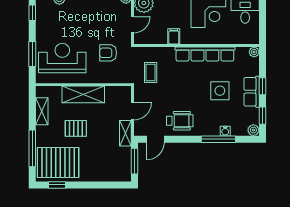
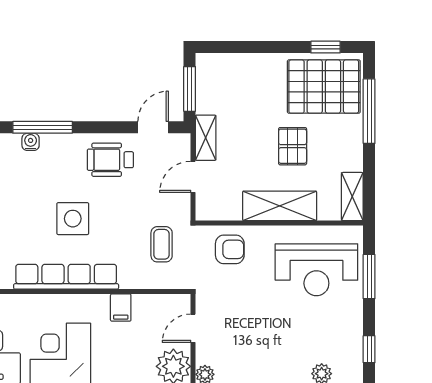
armchair: (108, 53) -> (230, 249), moved
side table: (220, 91) -> (73, 219), moved
shelving: (42, 111) -> (352, 197), moved
pallet: (76, 128) -> (293, 146), turned 90

